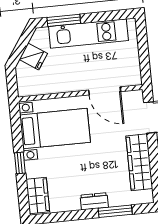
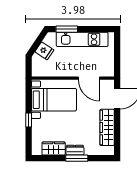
wardrobe: (38, 195) -> (54, 148), moved, turned -90
window: (115, 211) -> (77, 158), moved

